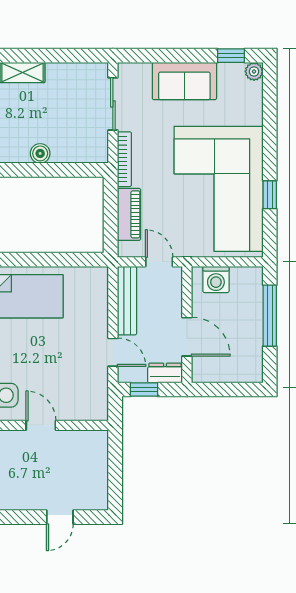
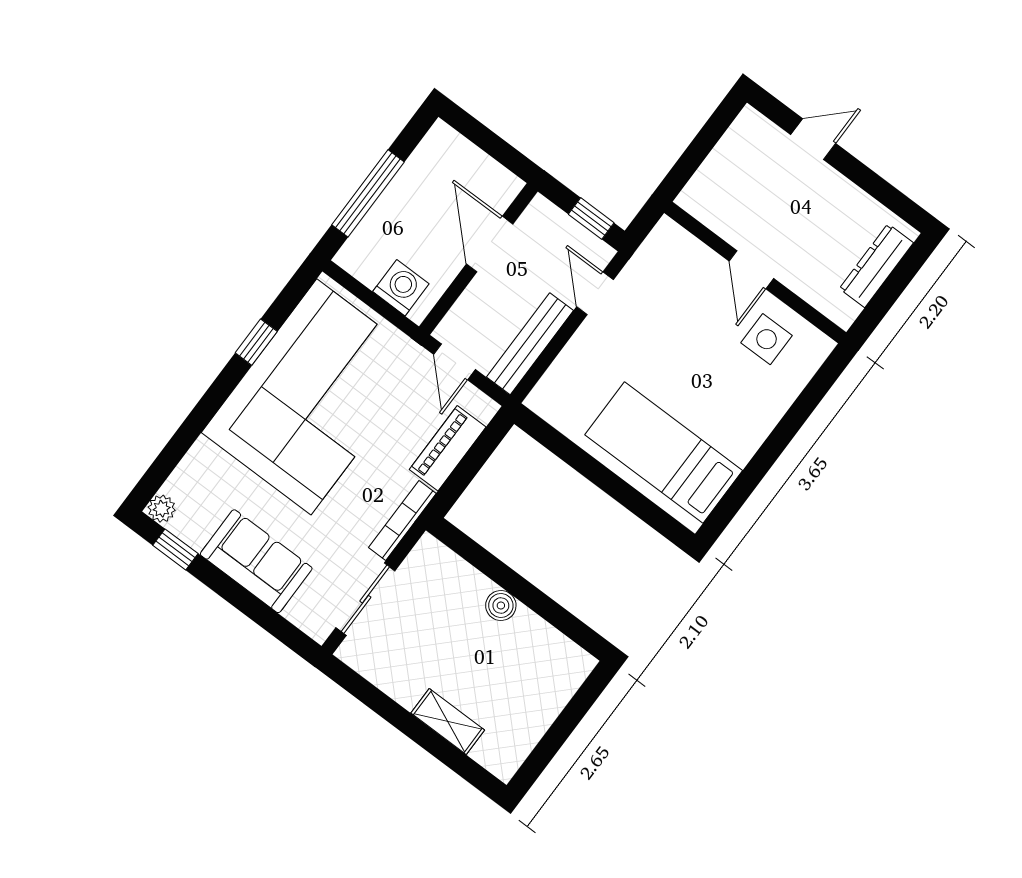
dresser: (165, 373) -> (550, 220), removed

